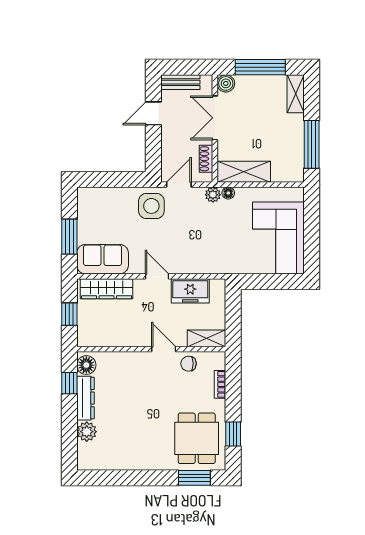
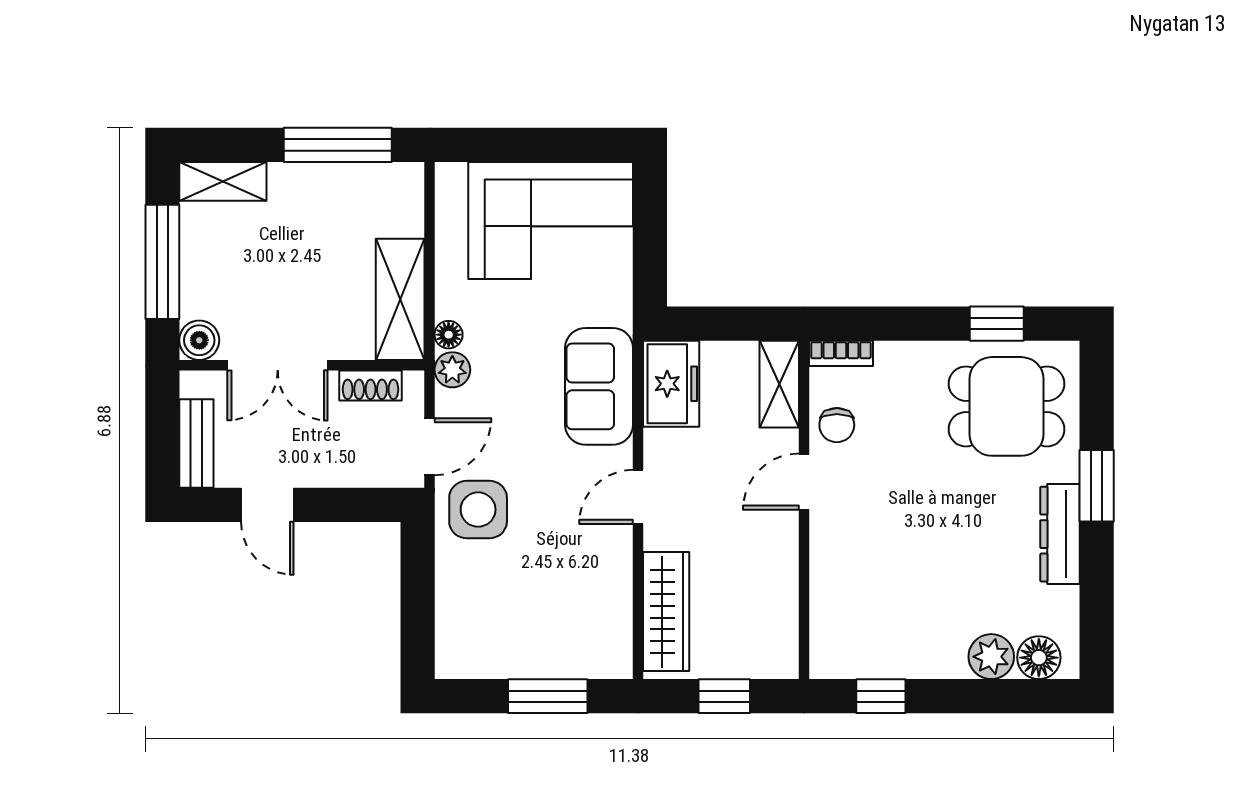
door: (179, 185) -> (430, 447), swing flipped
sofa: (103, 259) -> (599, 386), moved
freezer: (190, 291) -> (671, 384), moved
floor lamp: (86, 365) -> (1039, 658), moved
bookcase: (220, 384) -> (841, 353), moved
dresser: (85, 398) -> (1060, 534), moved, turned -90
window: (194, 478) -> (1097, 486), moved

